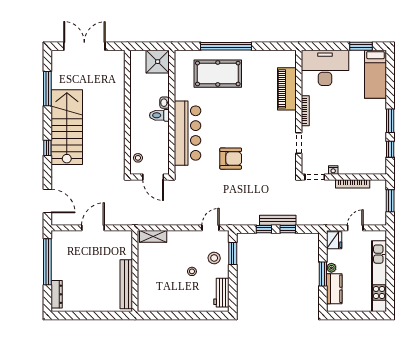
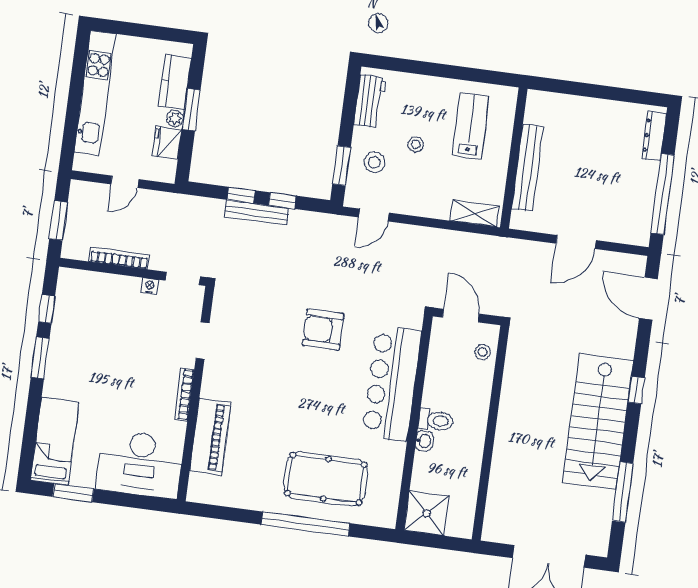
fridge: (334, 240) -> (167, 143), moved
bench: (126, 284) -> (528, 168), moved
lab bench: (162, 286) -> (471, 126), added

